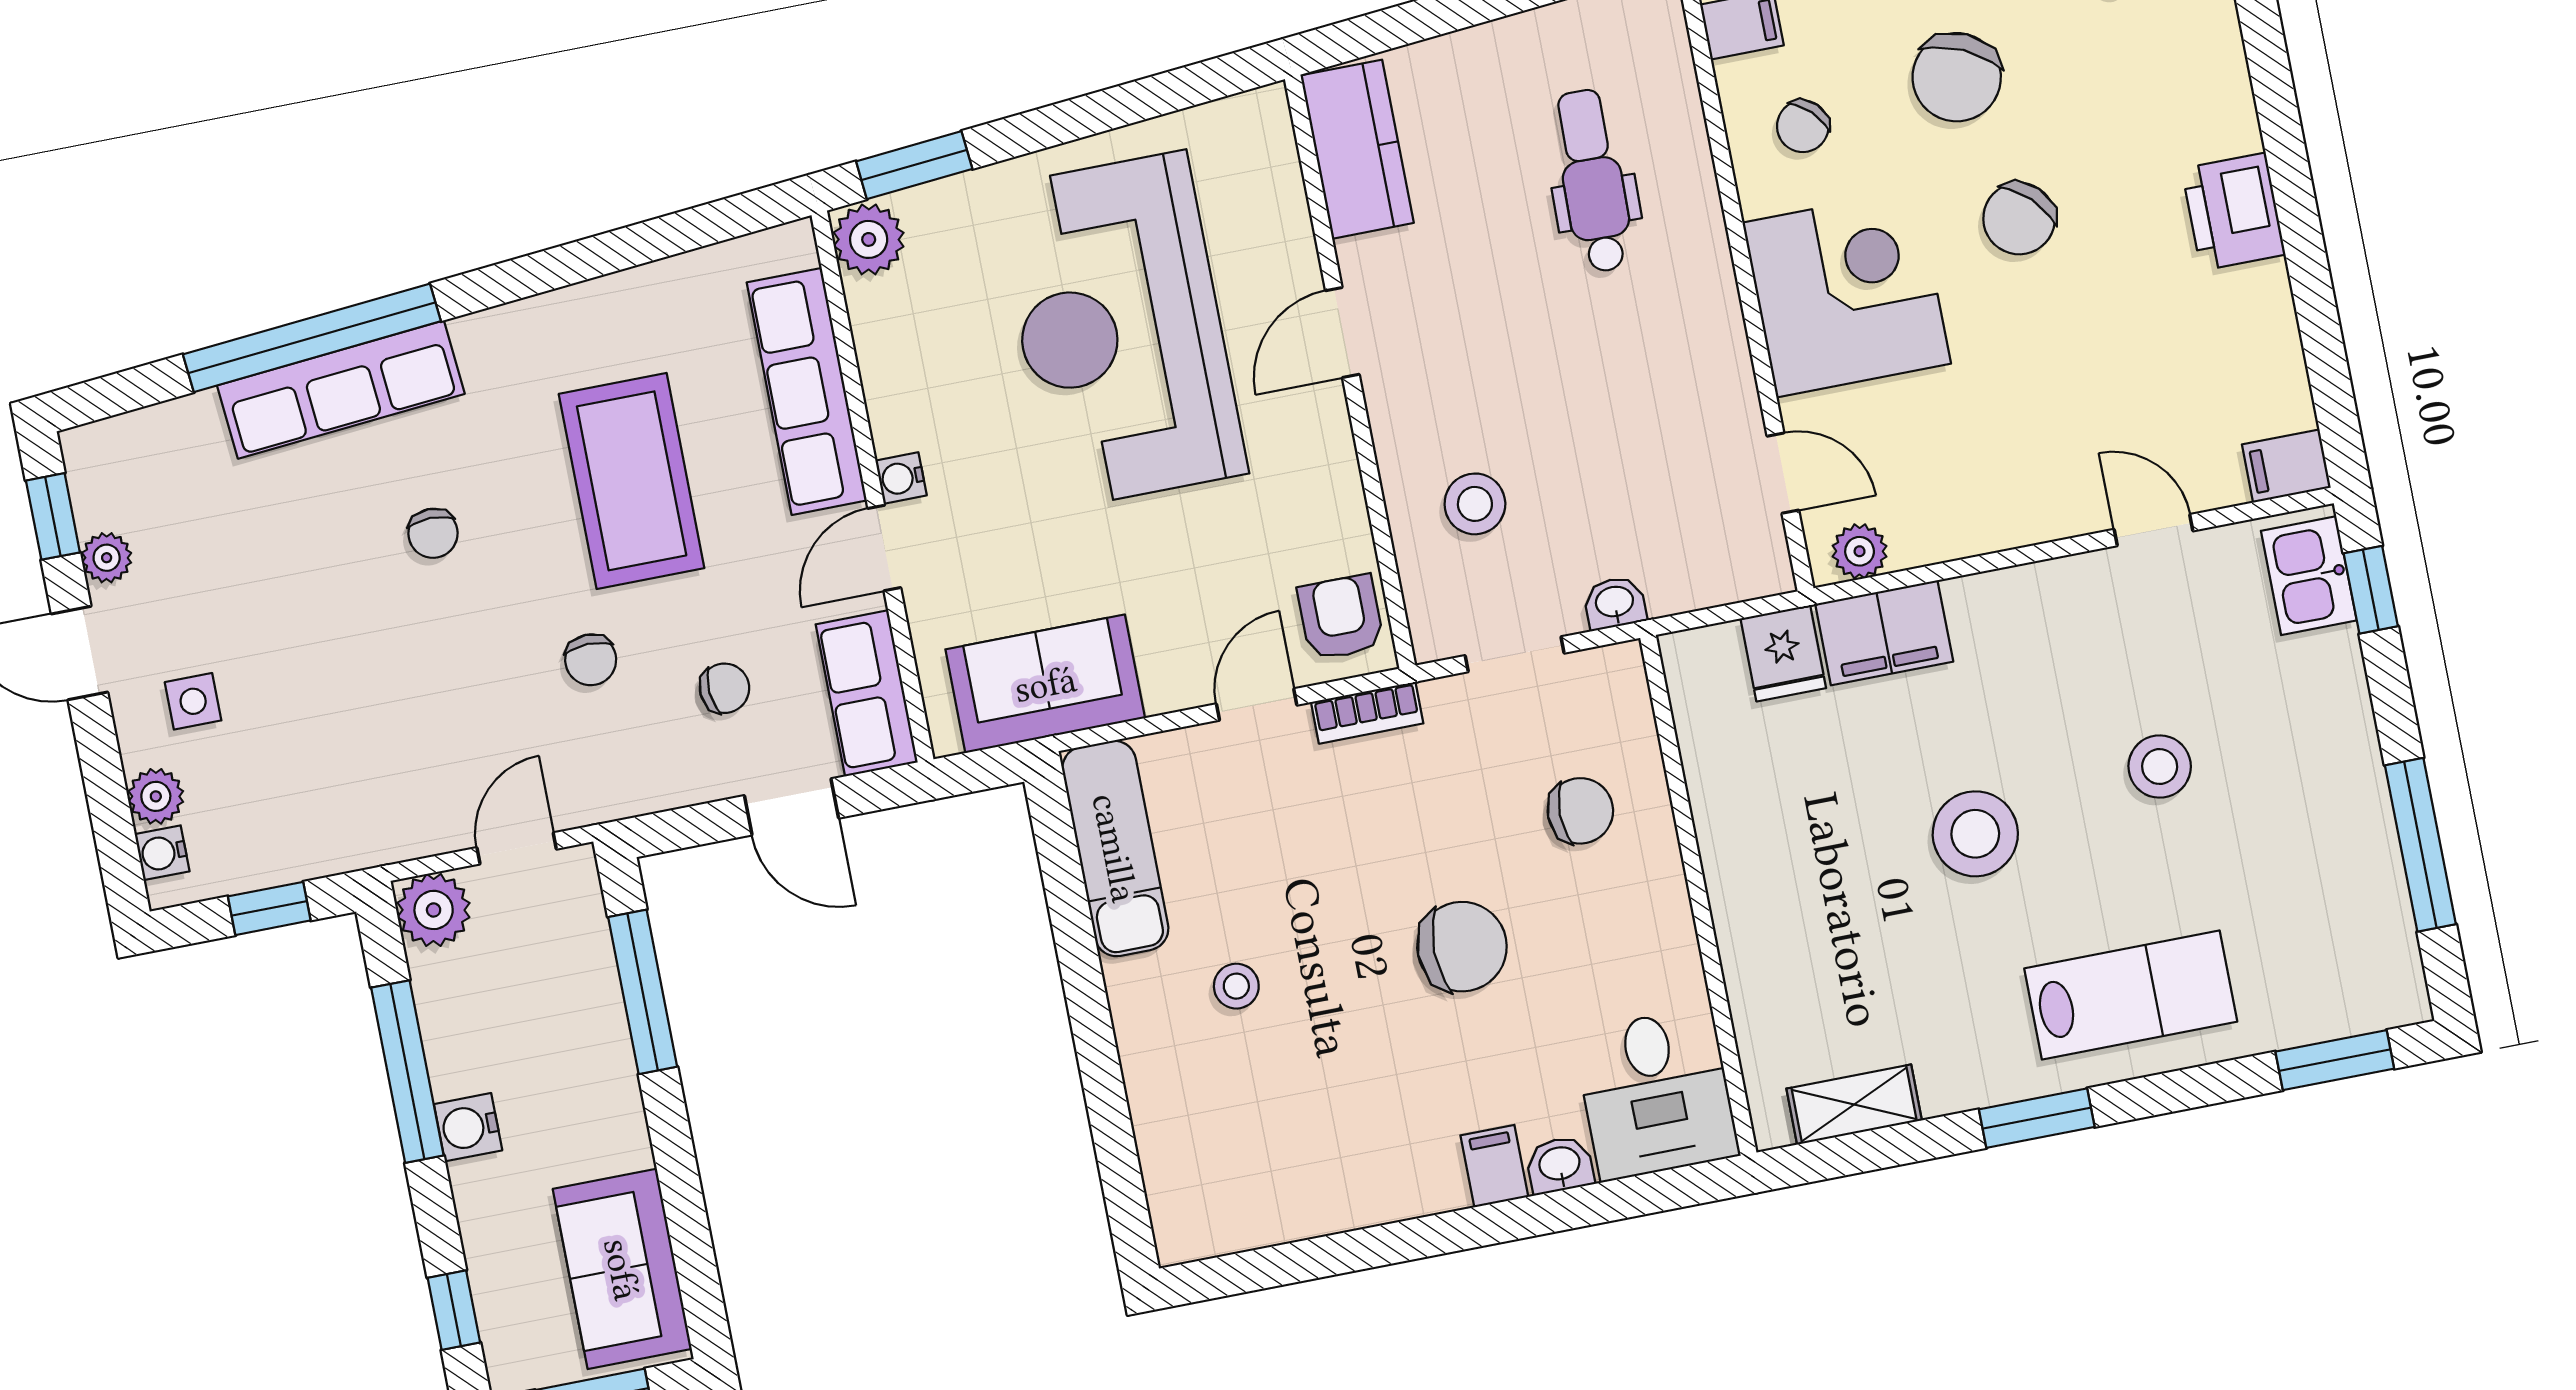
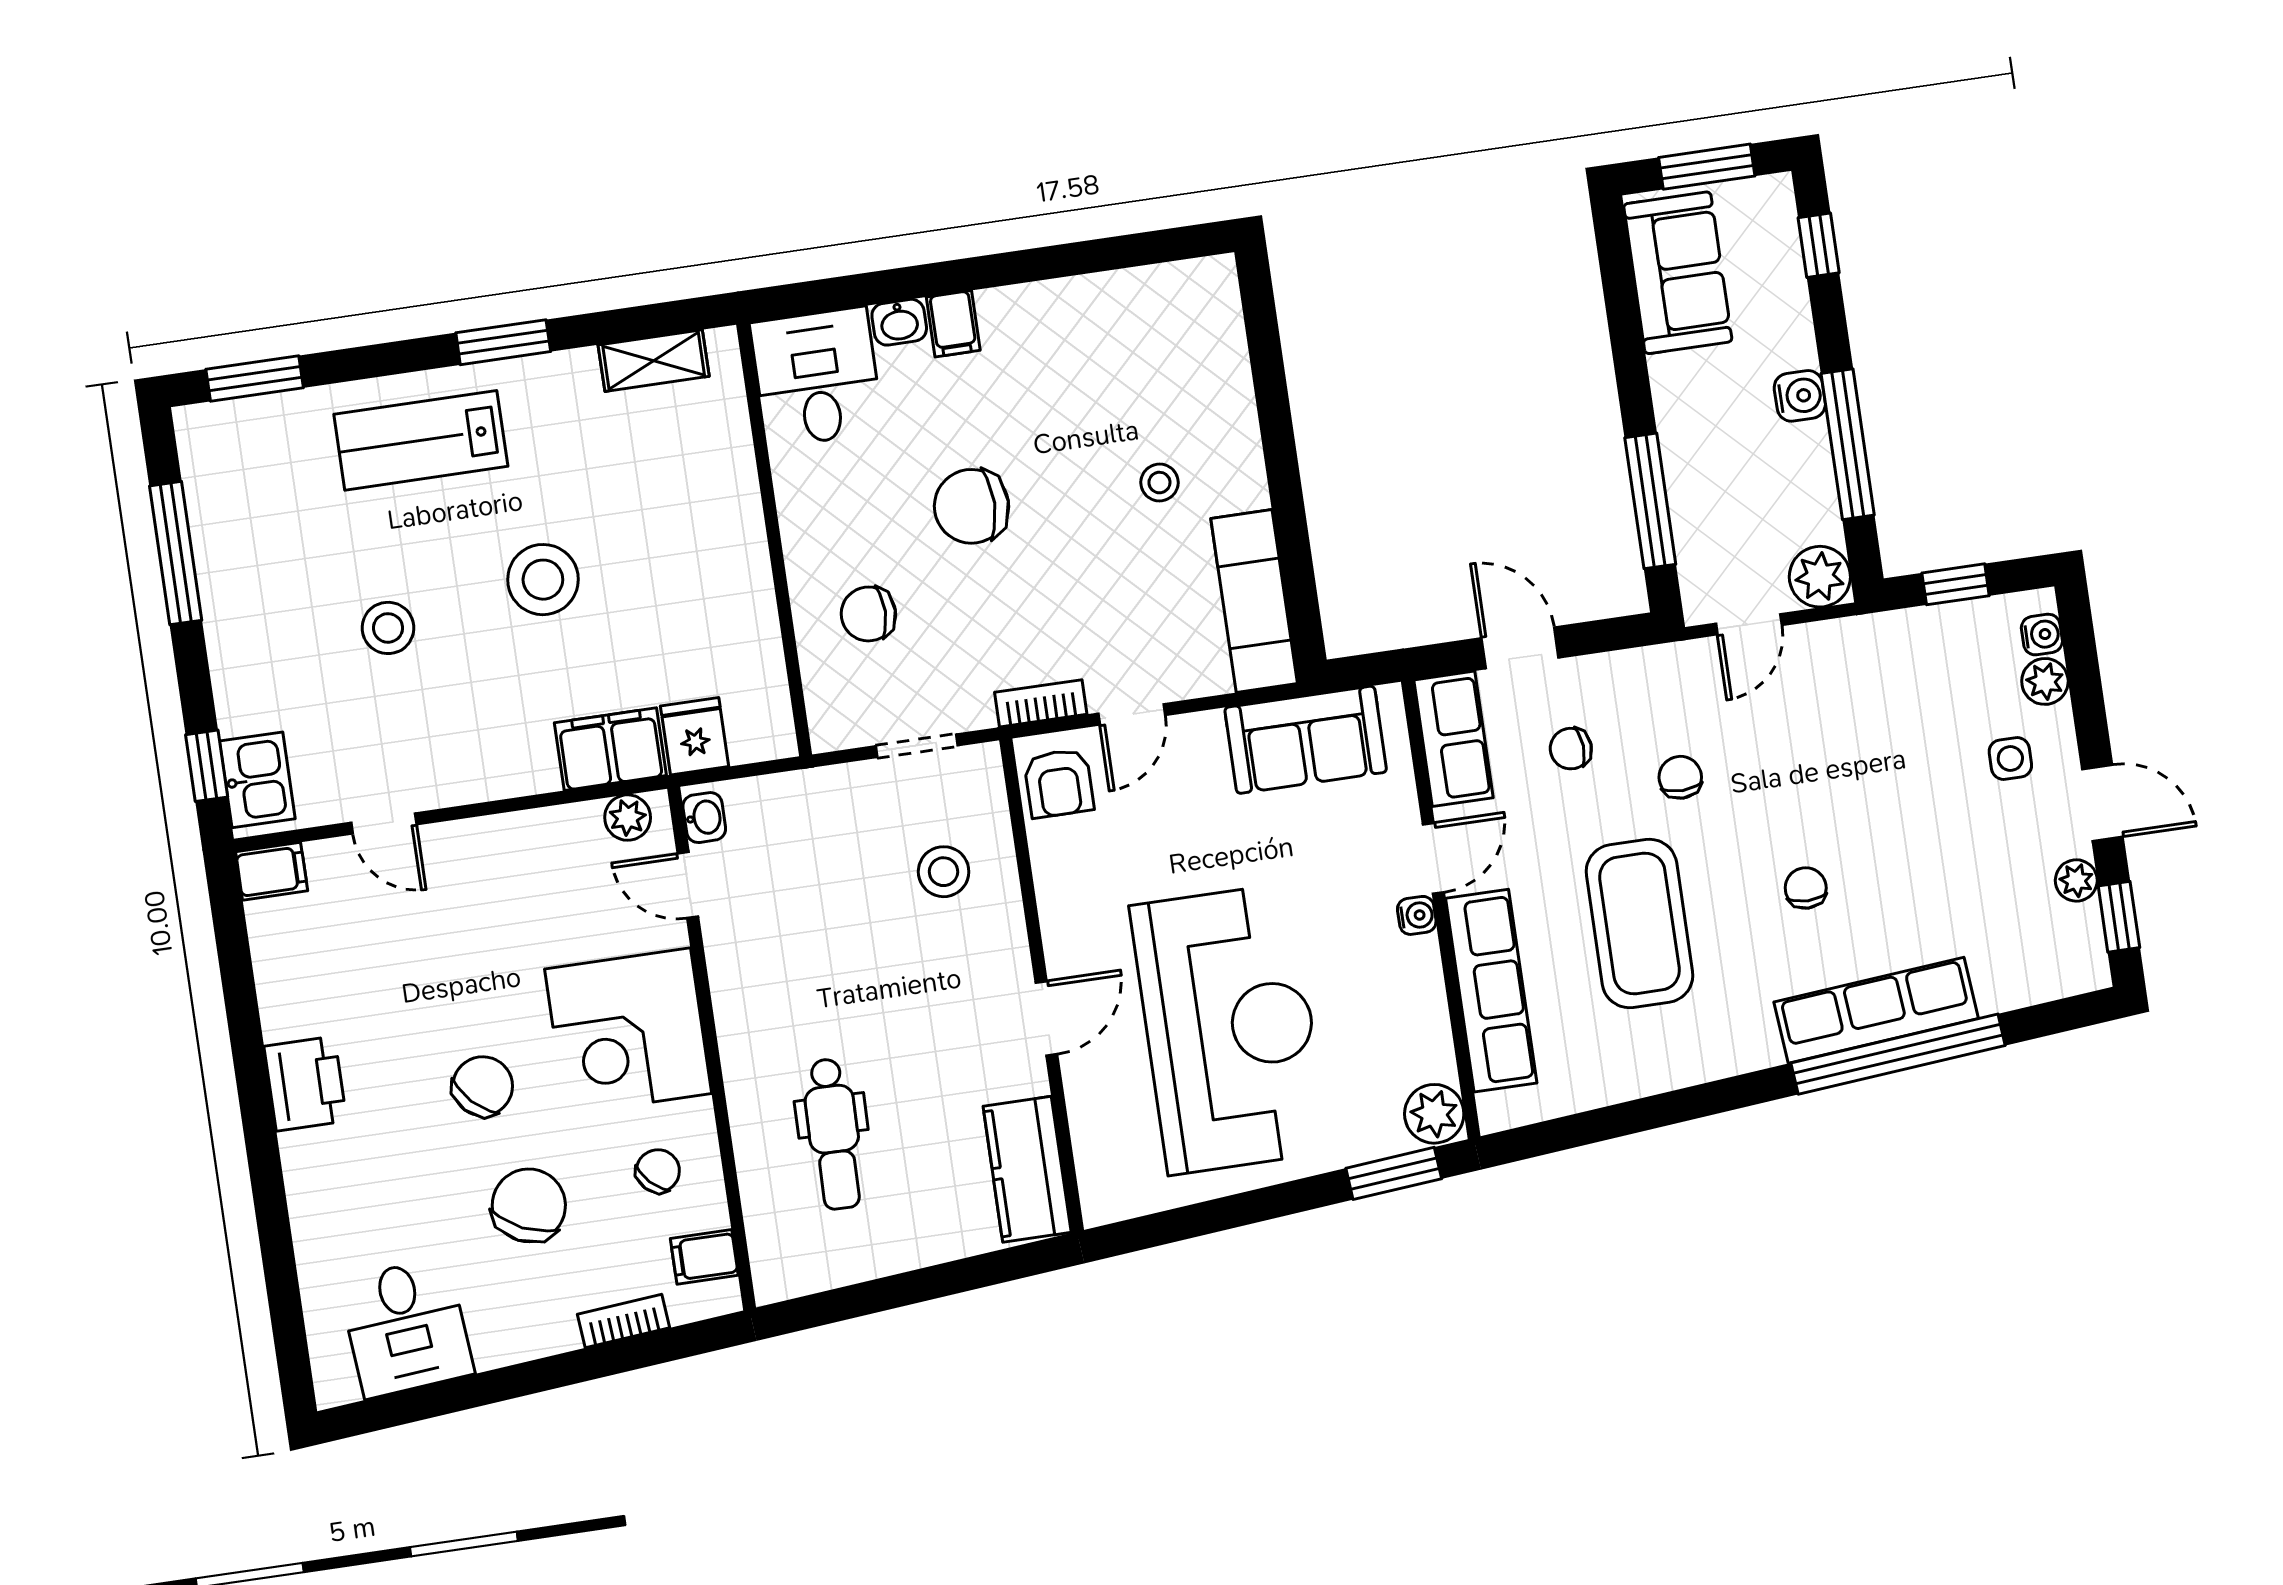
washbasin: (1615, 603) -> (704, 818), moved, turned -90

